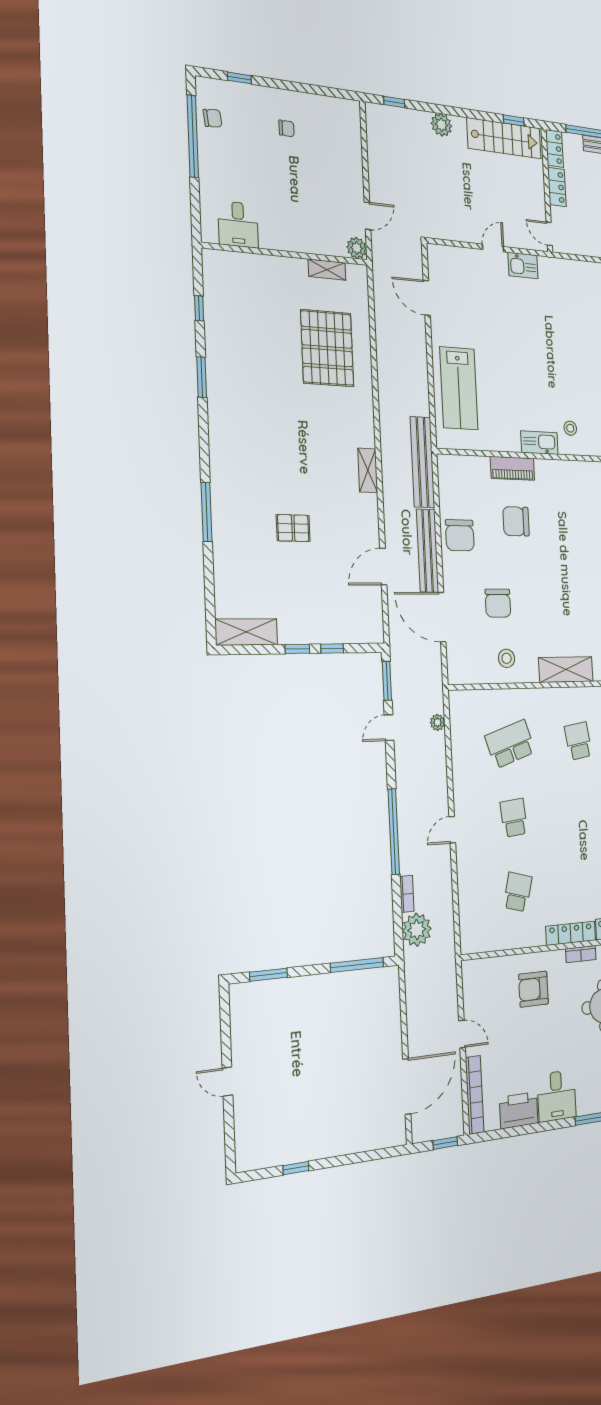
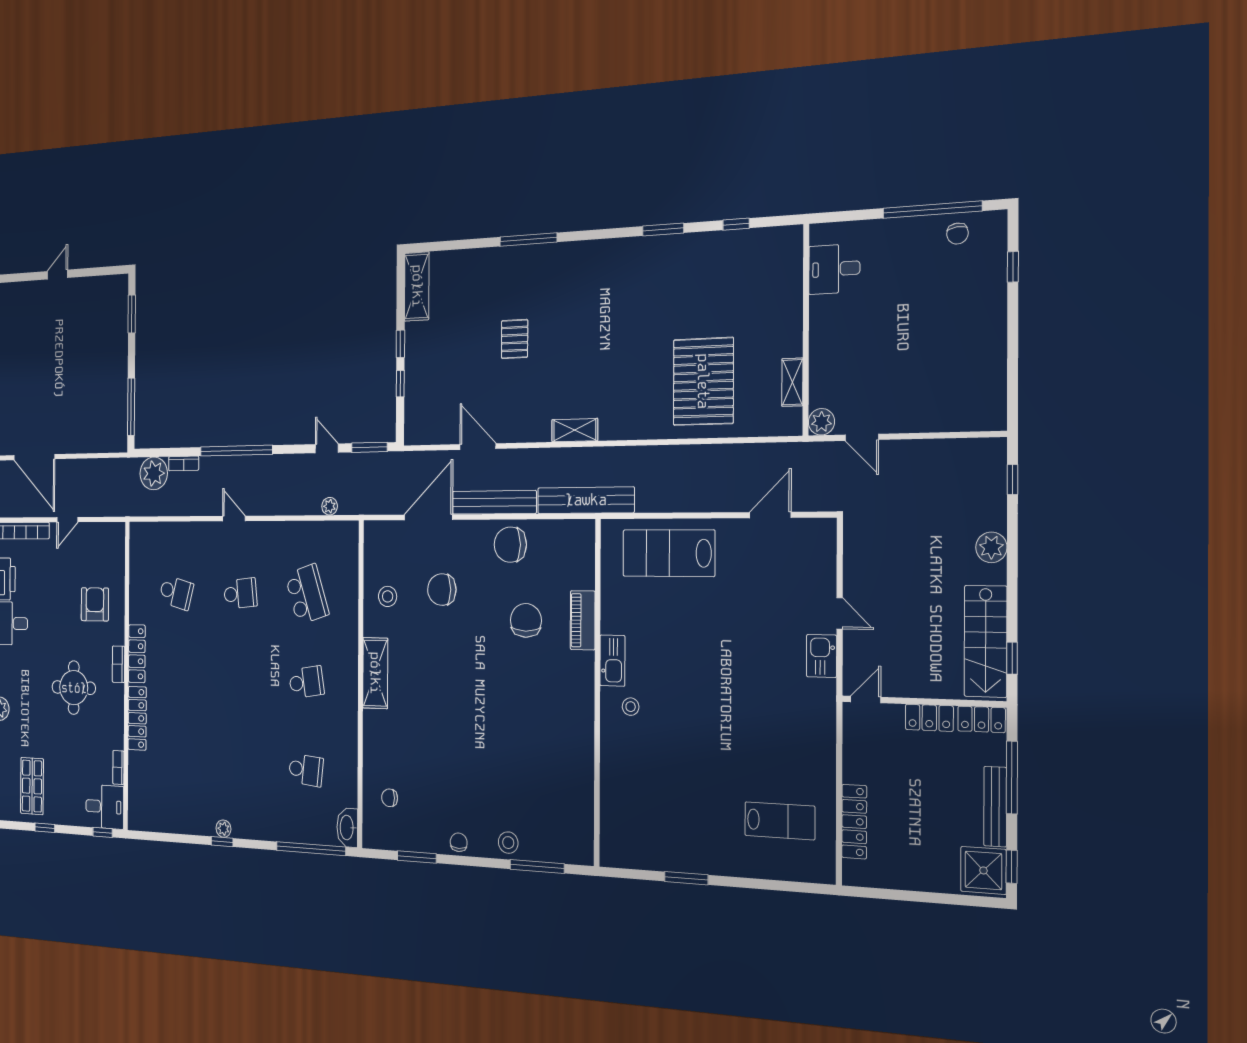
chair: (286, 128) -> (958, 330), removed
pallet: (327, 348) -> (703, 381), turned 90

